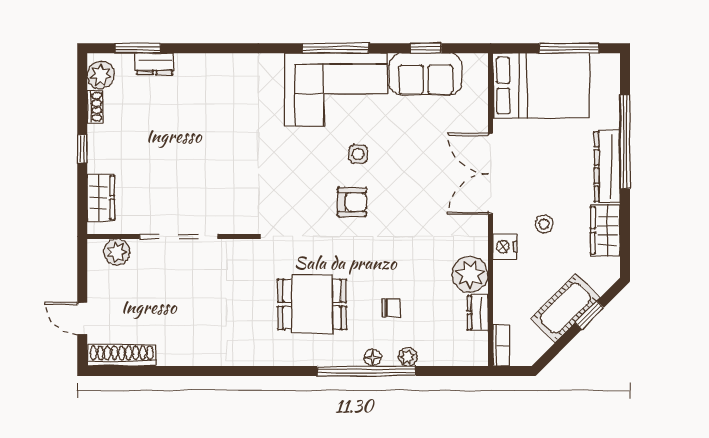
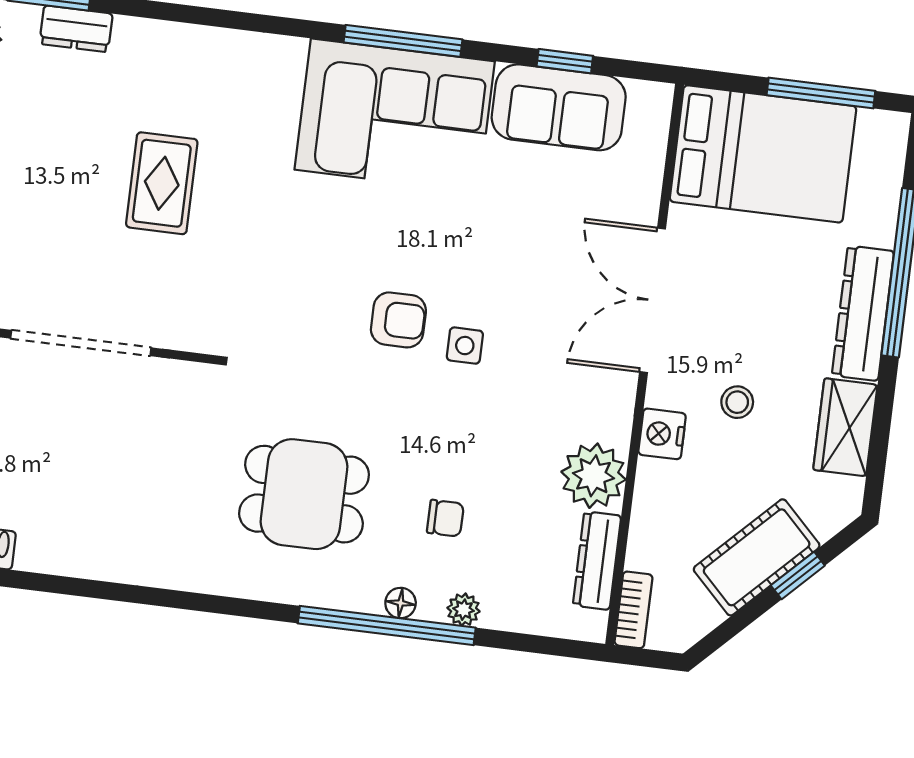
rug: (212, 143) -> (162, 183), added
side table: (358, 154) -> (465, 346), moved
dresser: (478, 313) -> (597, 561), width x1.44

